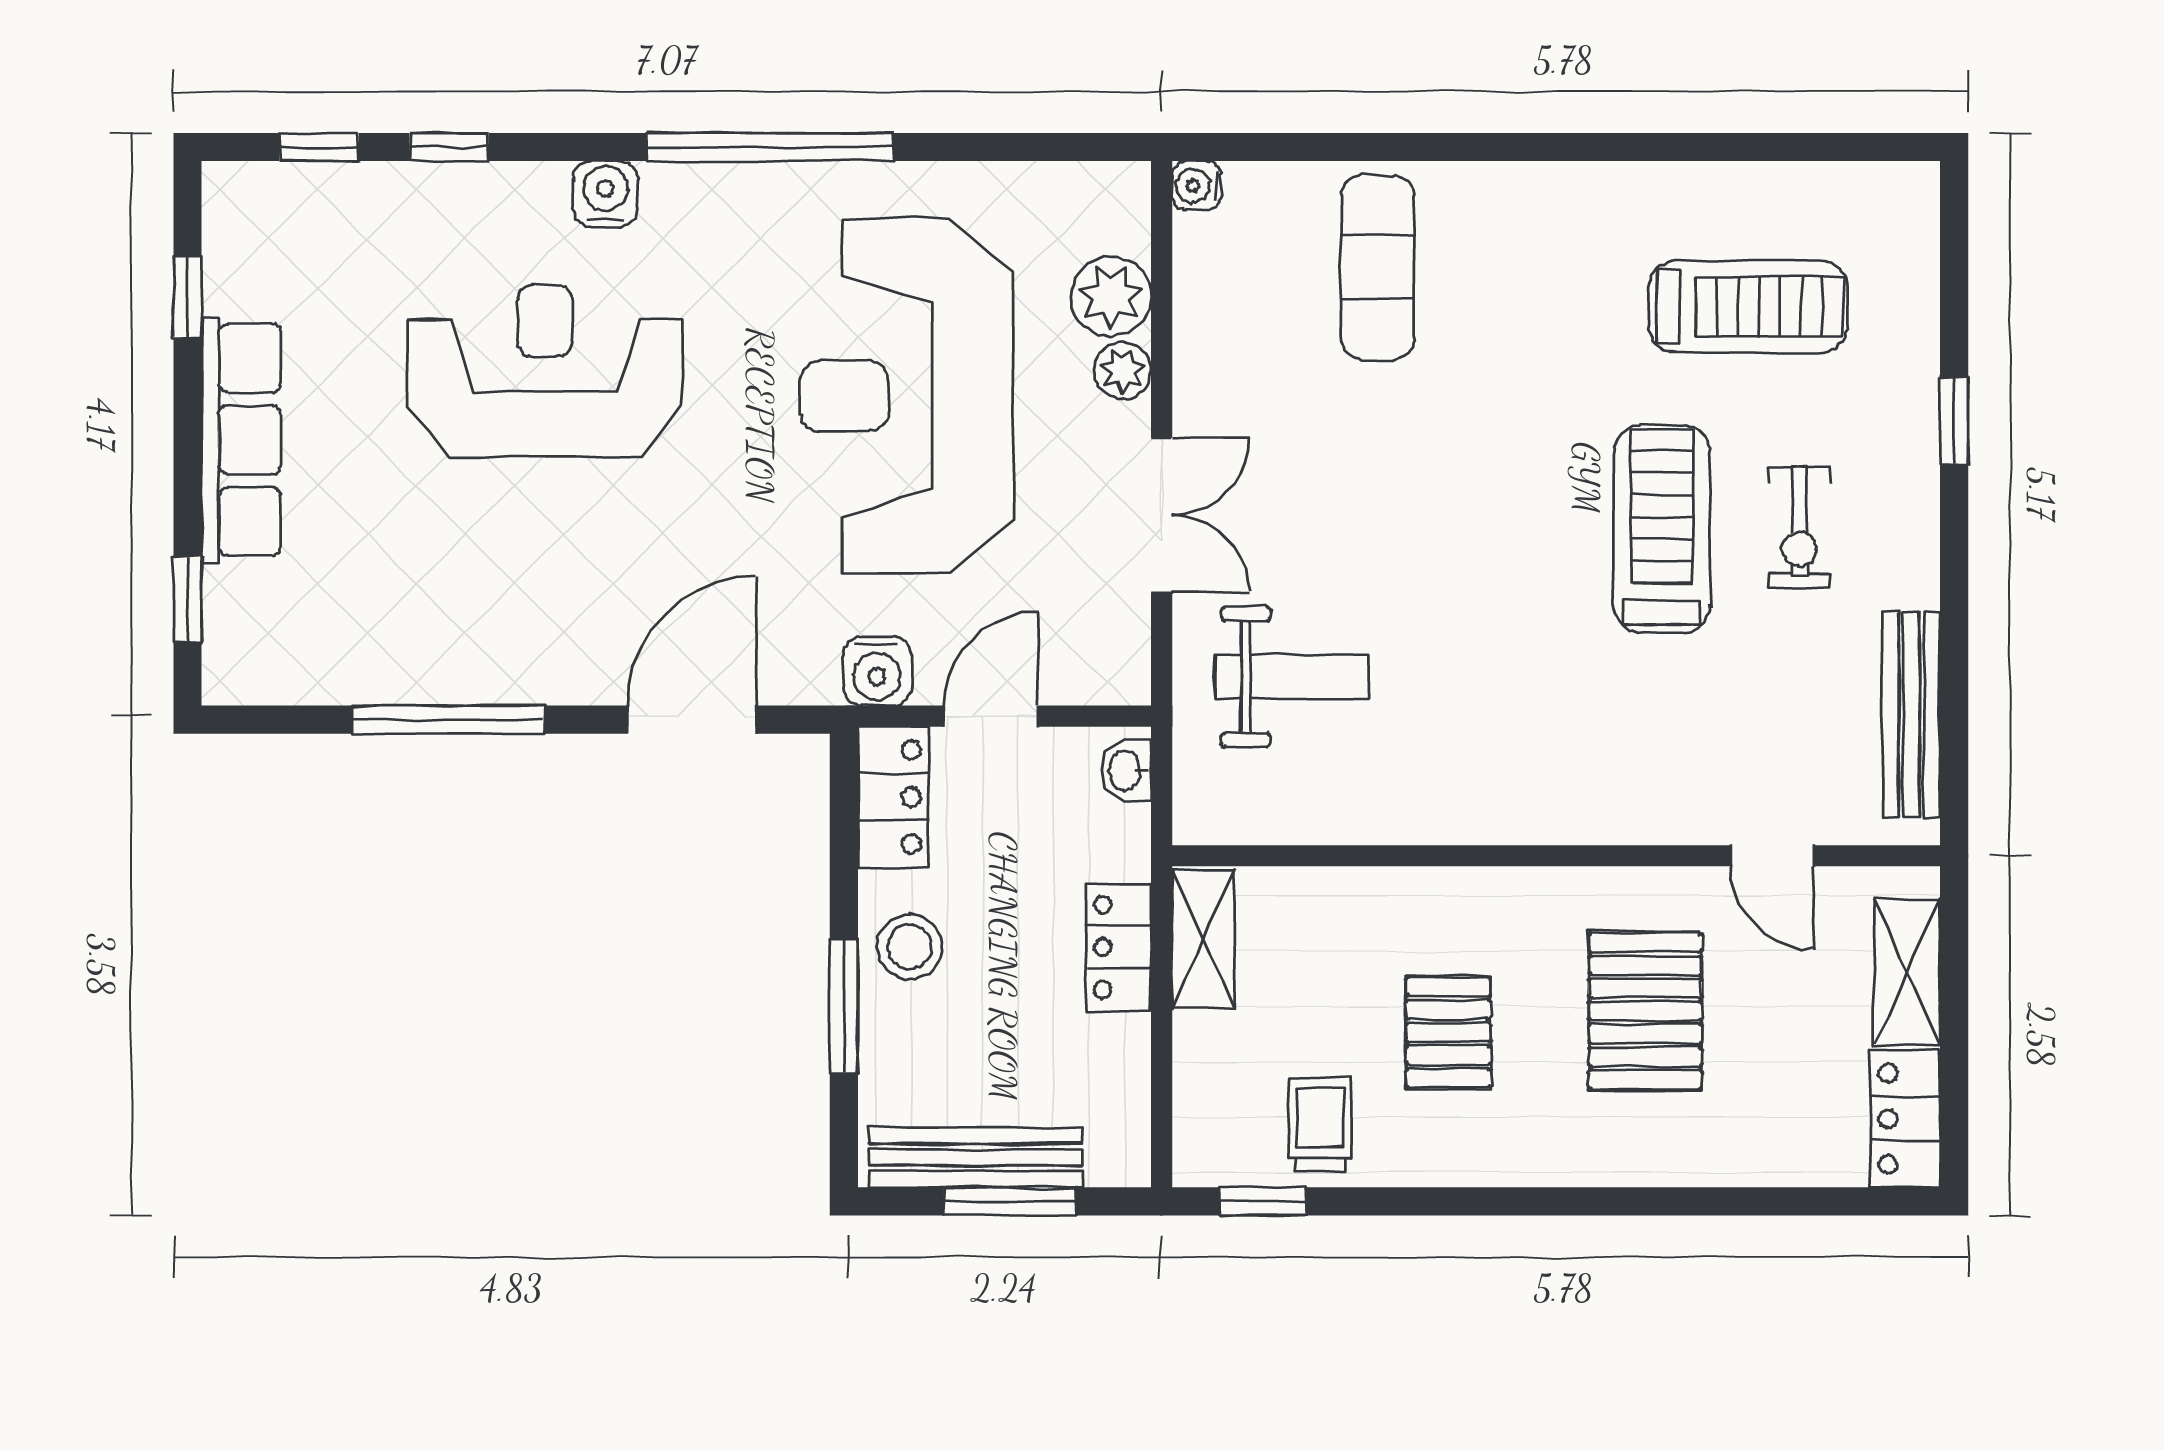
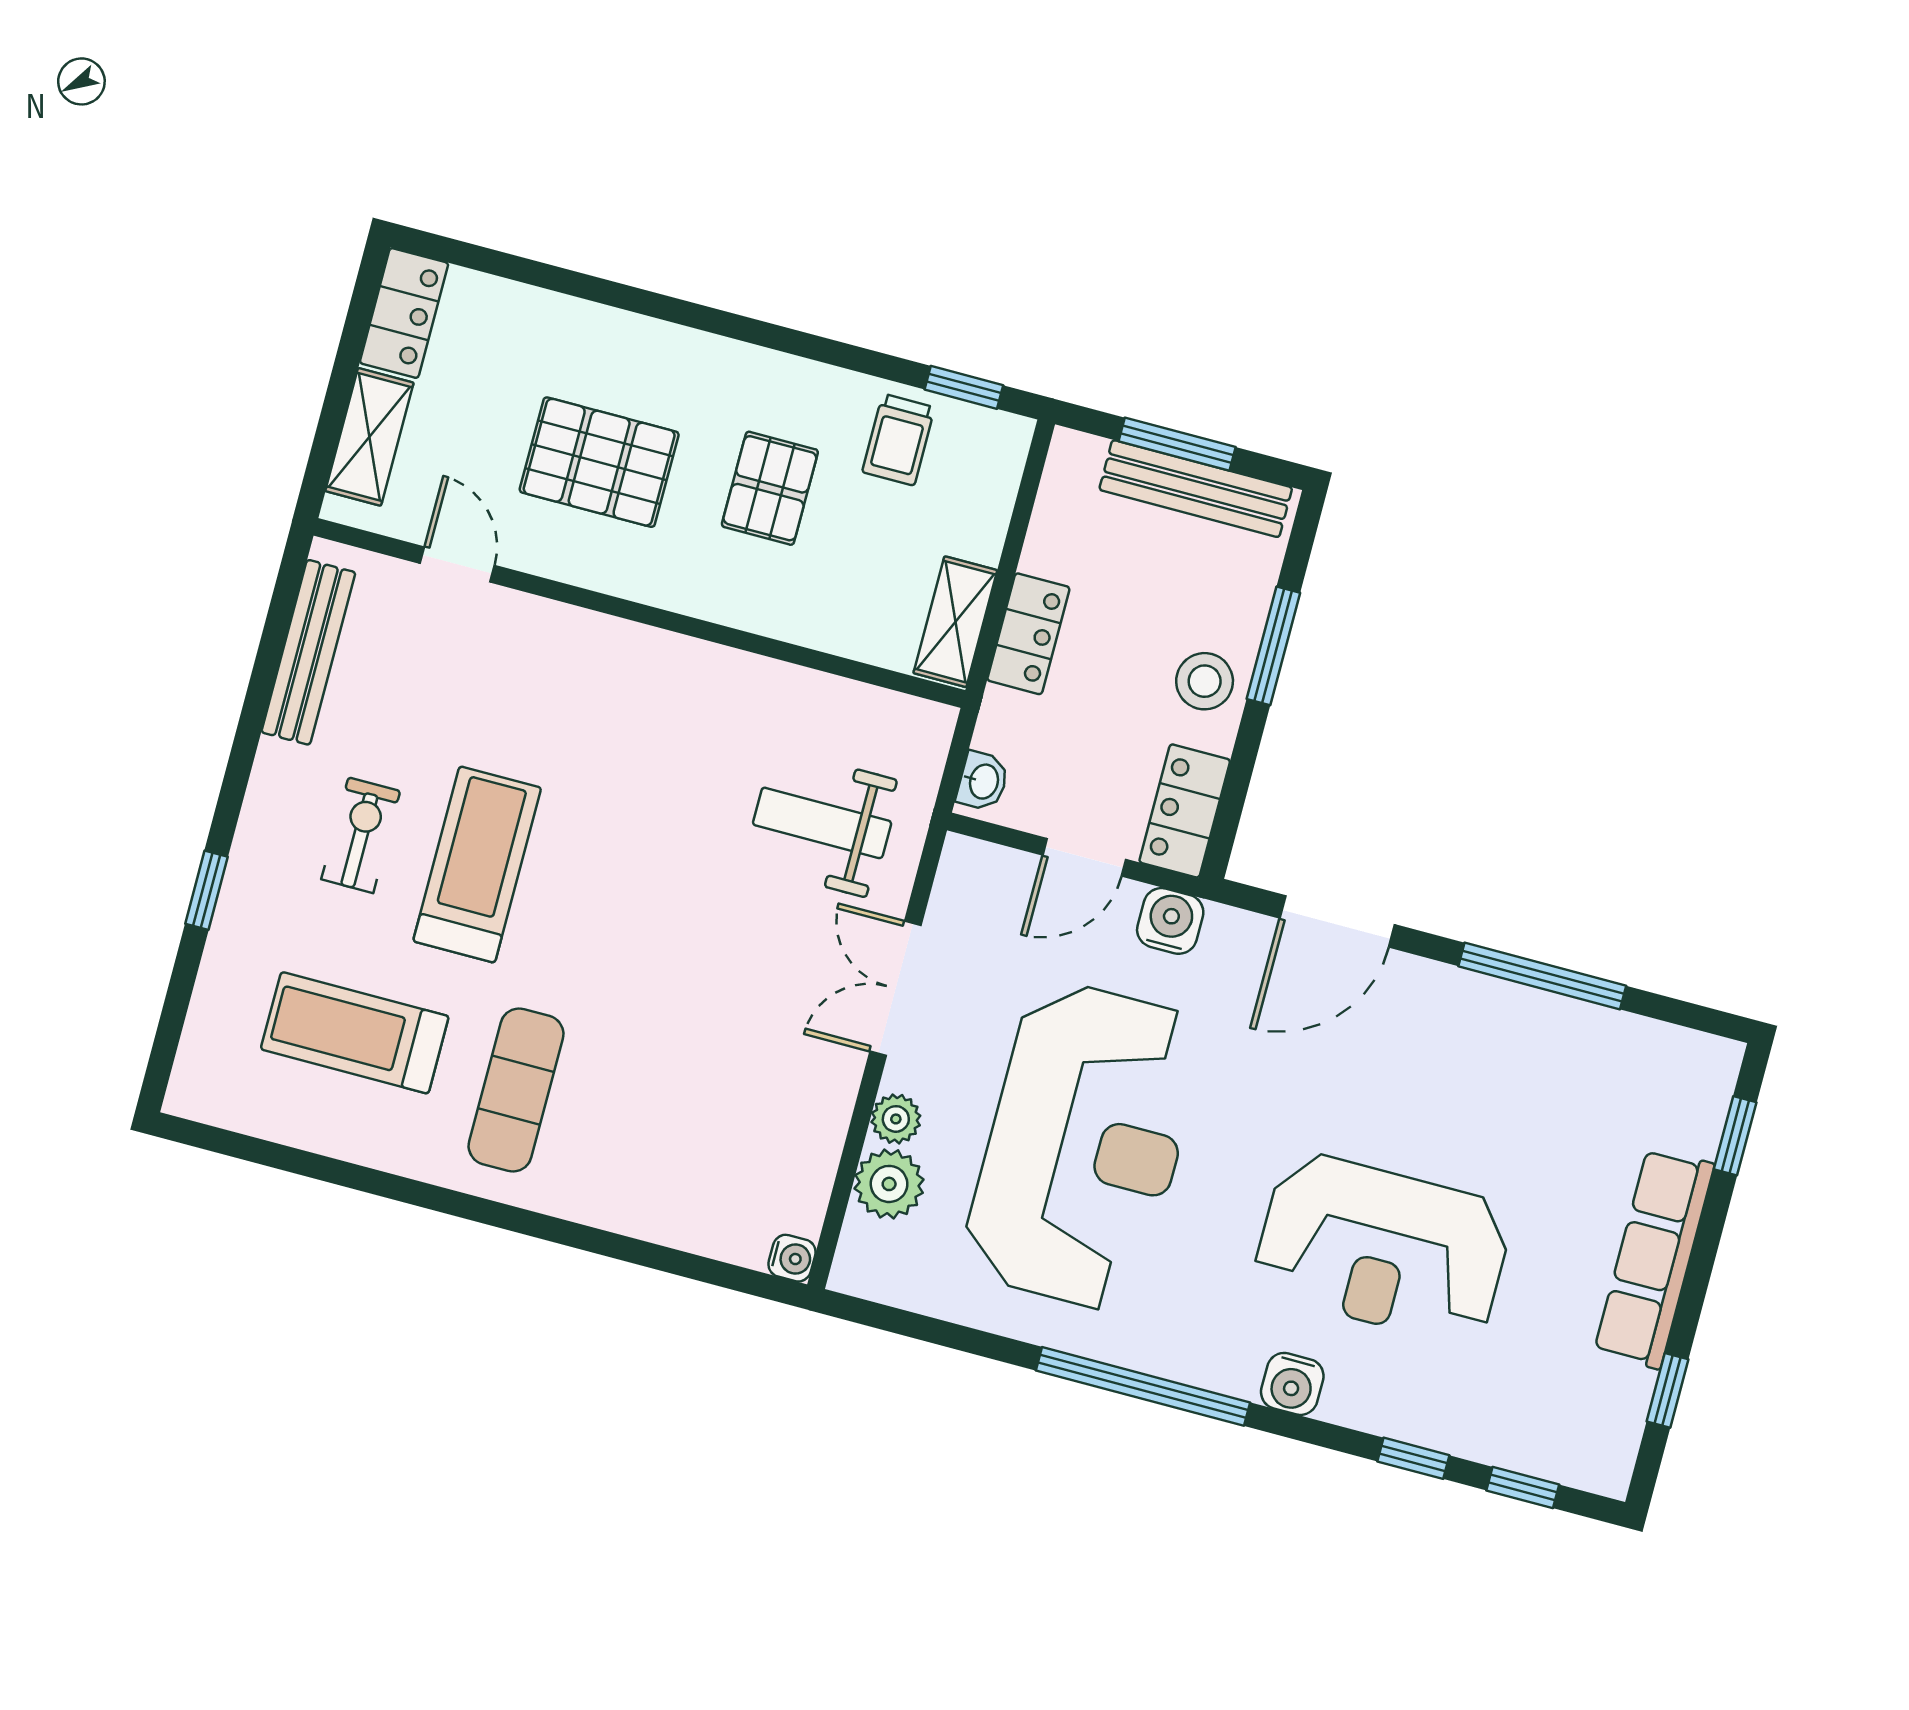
exercise mat: (1378, 267) -> (516, 1090), moved
treadmill: (1662, 529) -> (477, 864), turned 180
pallet: (1645, 1011) -> (599, 462), turned 90

